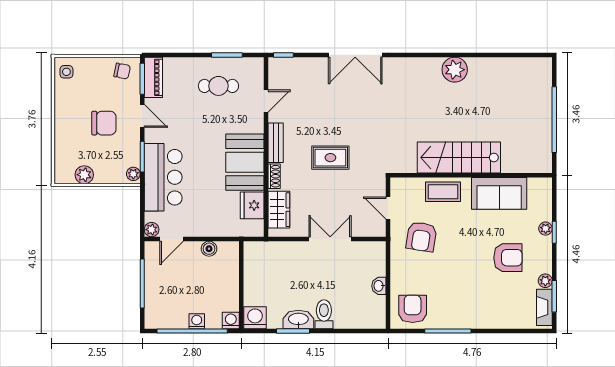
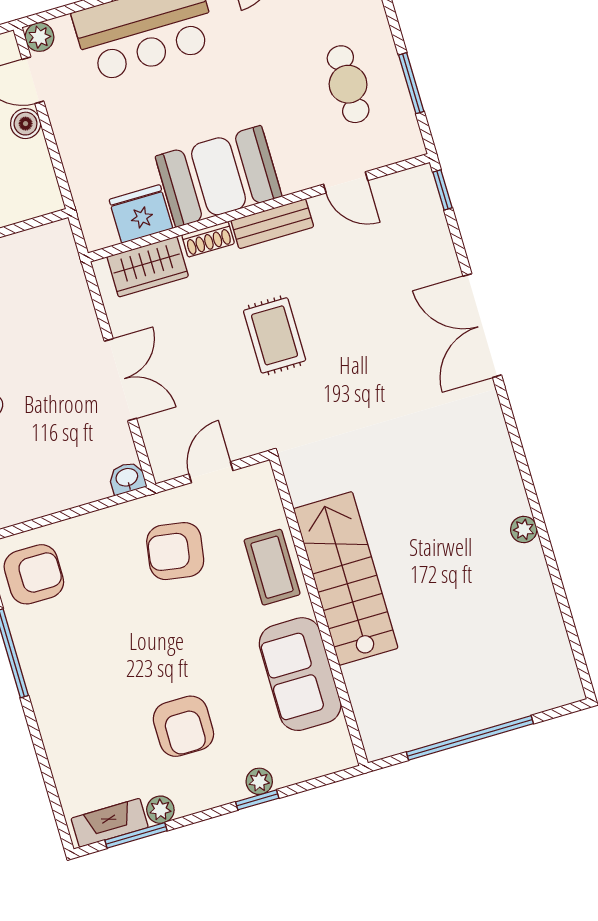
plant: (455, 70) -> (524, 530), width x0.53, depth x0.53
boiler: (209, 249) -> (26, 124), moved
washbasin: (379, 286) -> (127, 478), moved

